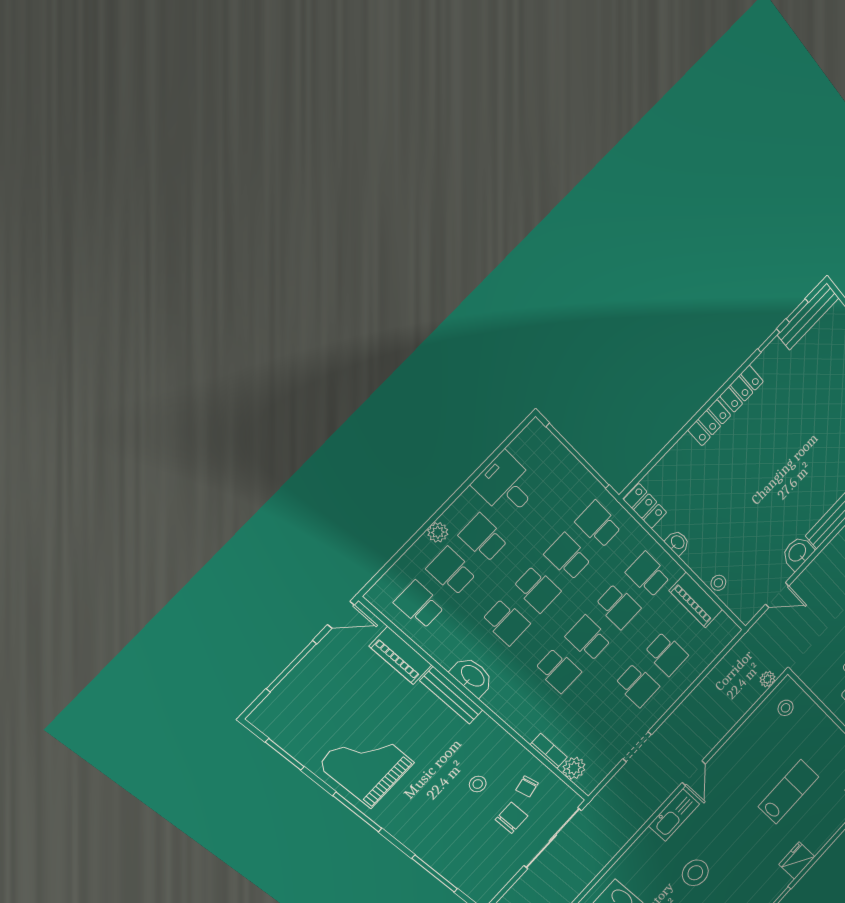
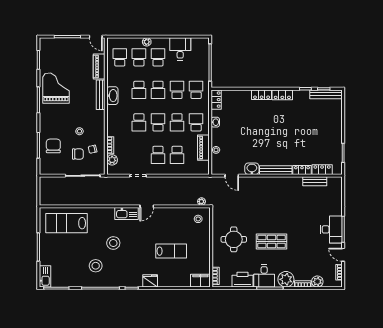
chair: (460, 849) -> (53, 146), added

